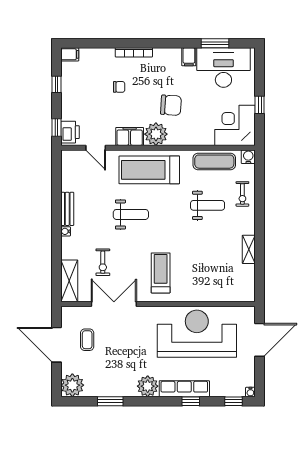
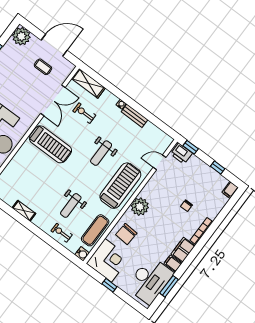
chair: (171, 105) -> (126, 234), moved
filing cabinet: (130, 136) -> (183, 250), moved, turned 180
treadmill: (161, 273) -> (50, 144), width x1.37, depth x1.38

